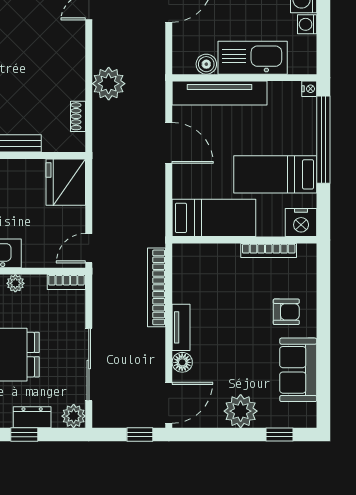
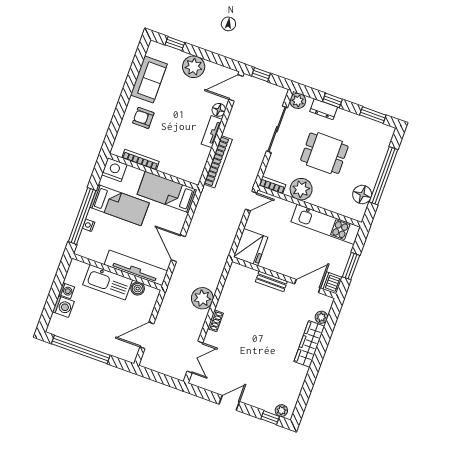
nightstand: (309, 89) -> (89, 225), moved
shoe rack: (78, 116) -> (215, 321), moved
plant: (15, 283) -> (301, 189), width x1.88, depth x1.88

